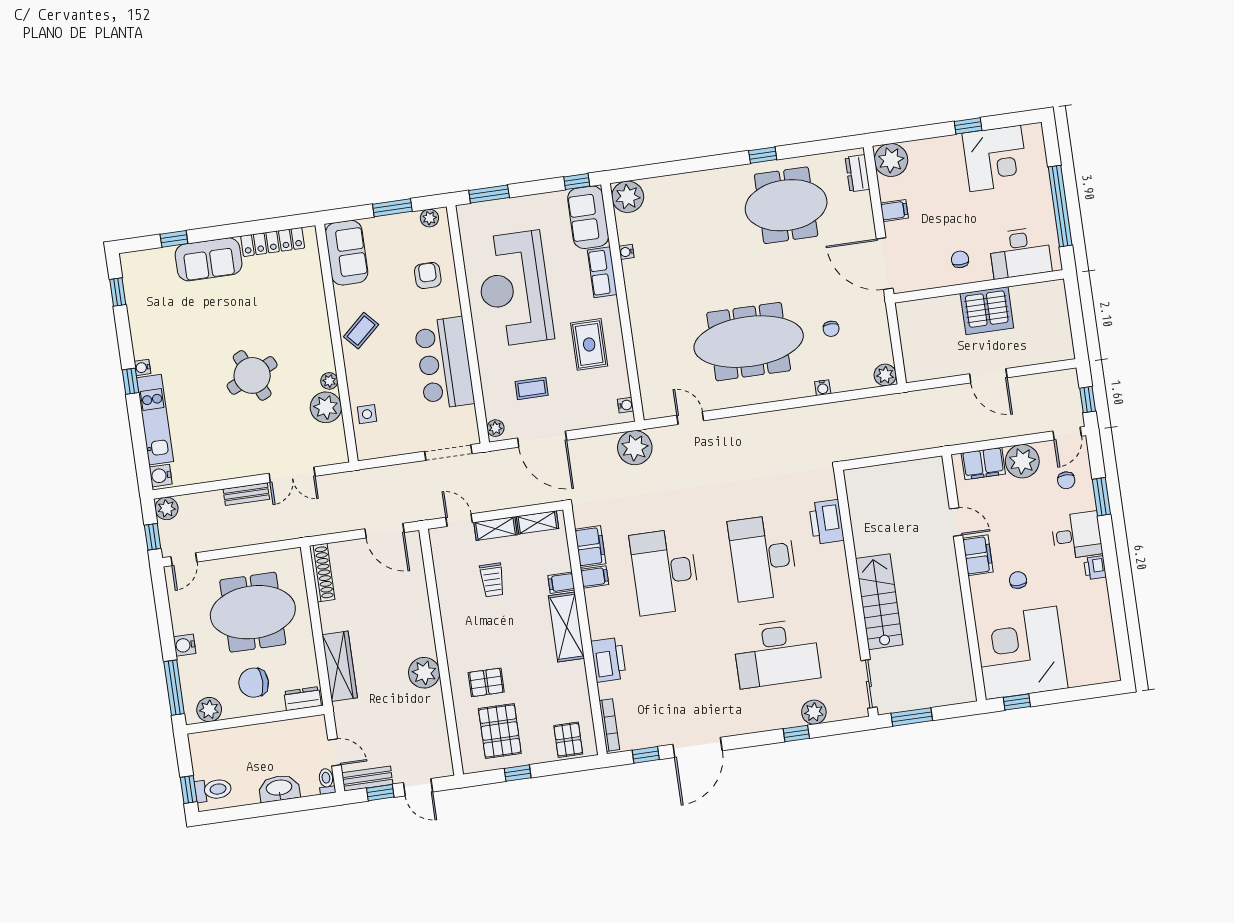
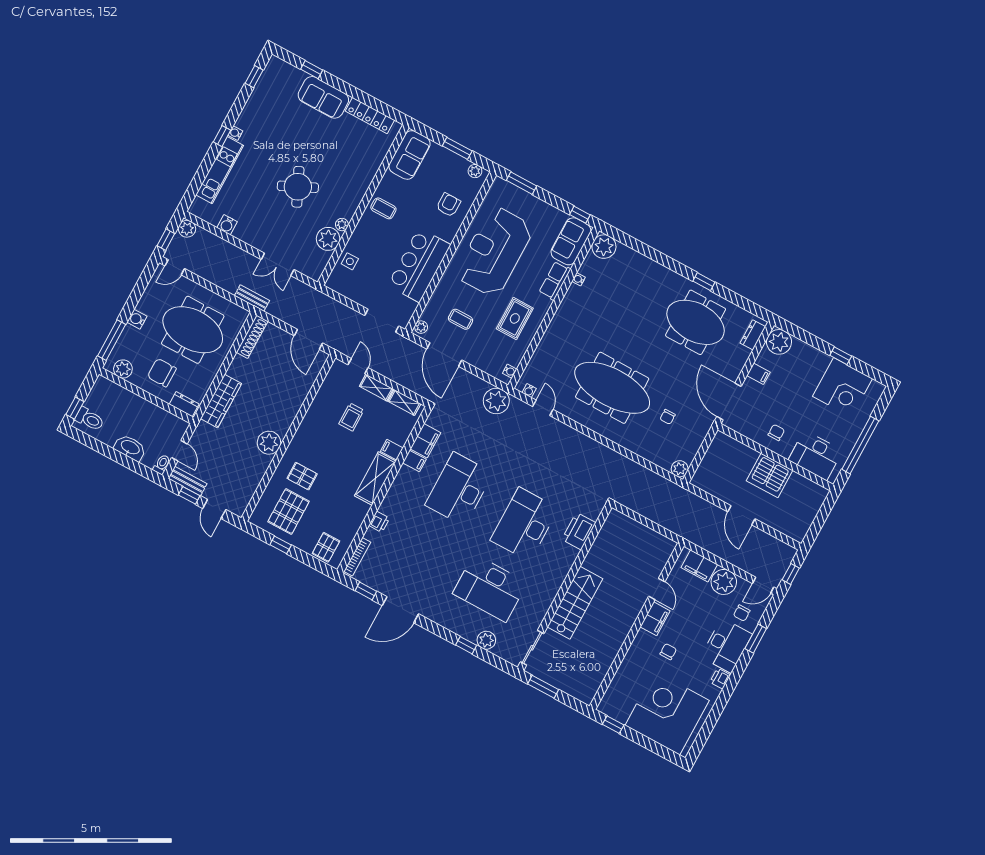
coffee table: (361, 331) -> (383, 208), turned 42
water cooler: (823, 388) -> (529, 391), moved
water cooler: (161, 476) -> (227, 225), moved, turned -90
bench: (246, 494) -> (252, 298), moved
desk: (1077, 535) -> (726, 645), width x1.37
corner desk: (1021, 653) -> (667, 713), moved
printer: (609, 660) -> (379, 522), width x0.53, depth x0.68

